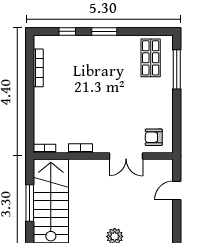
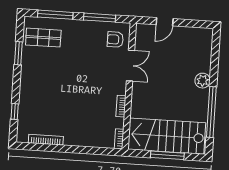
window: (104, 31) -> (18, 53), moved
window: (177, 118) -> (100, 18), added
armchair: (154, 137) -> (115, 39), turned 90
door: (177, 190) -> (165, 22), hinge flipped

